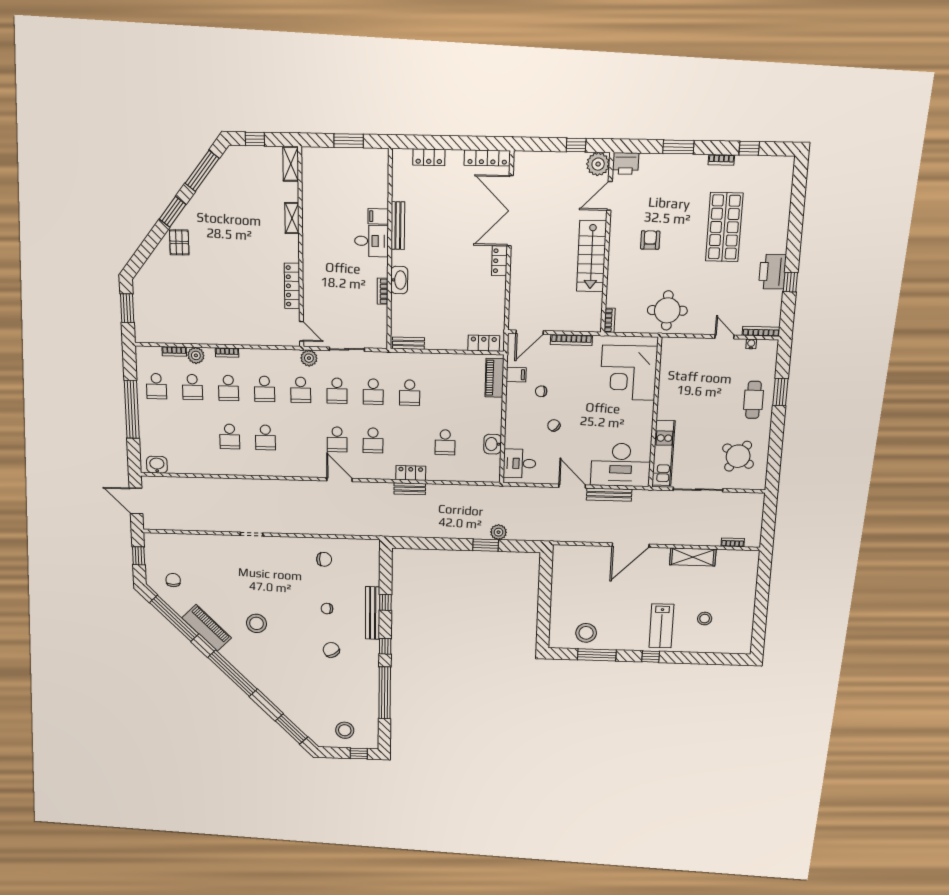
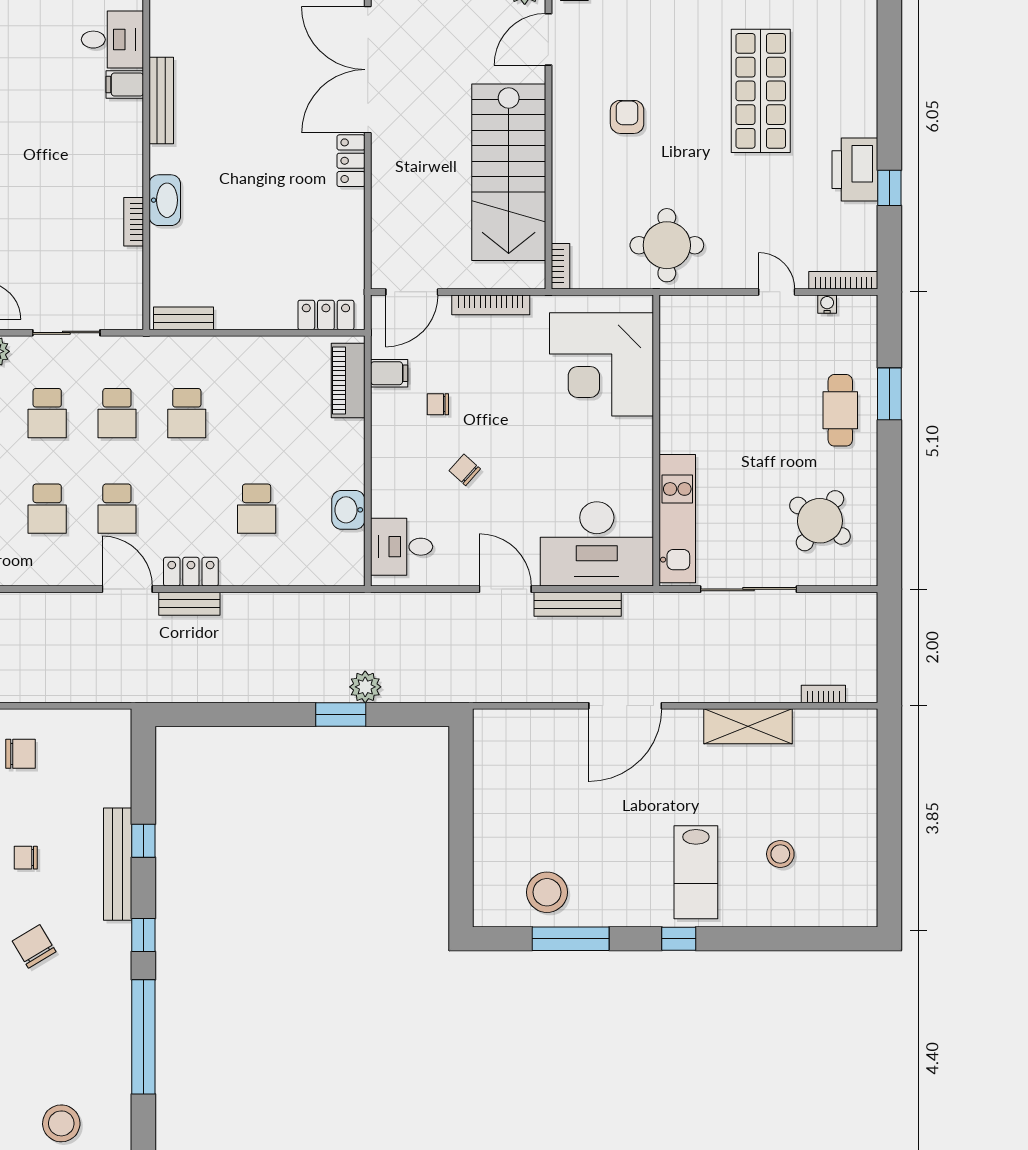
desk: (371, 241) -> (112, 40), moved
stairs: (592, 256) -> (509, 172), width x1.36, depth x1.51
door: (339, 480) -> (127, 589), moved

